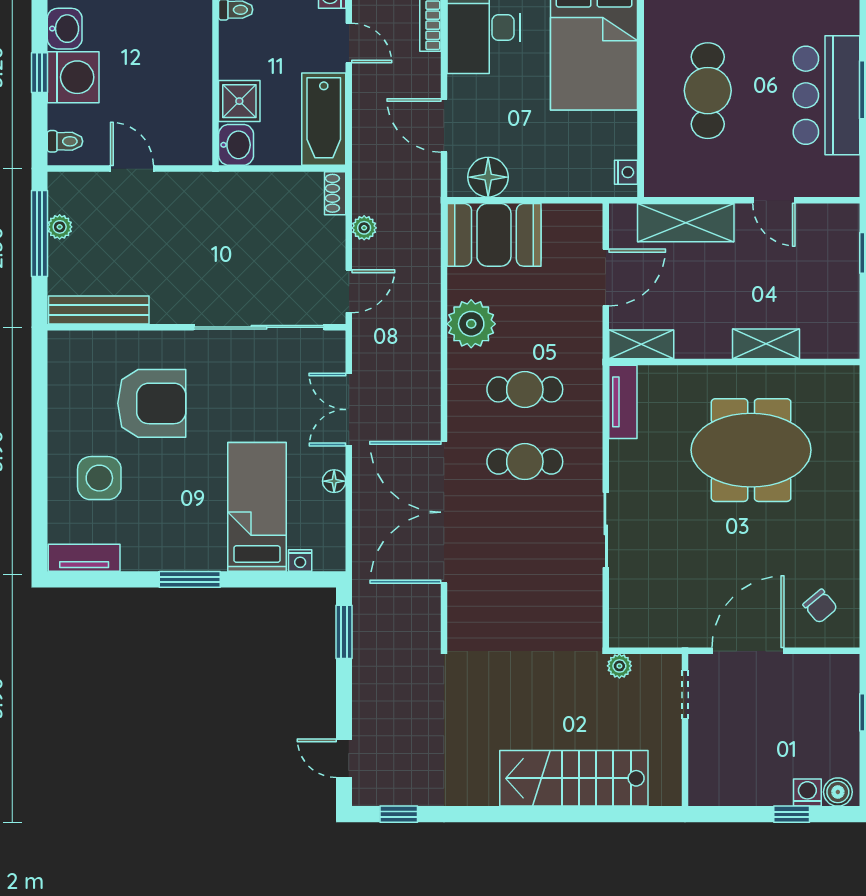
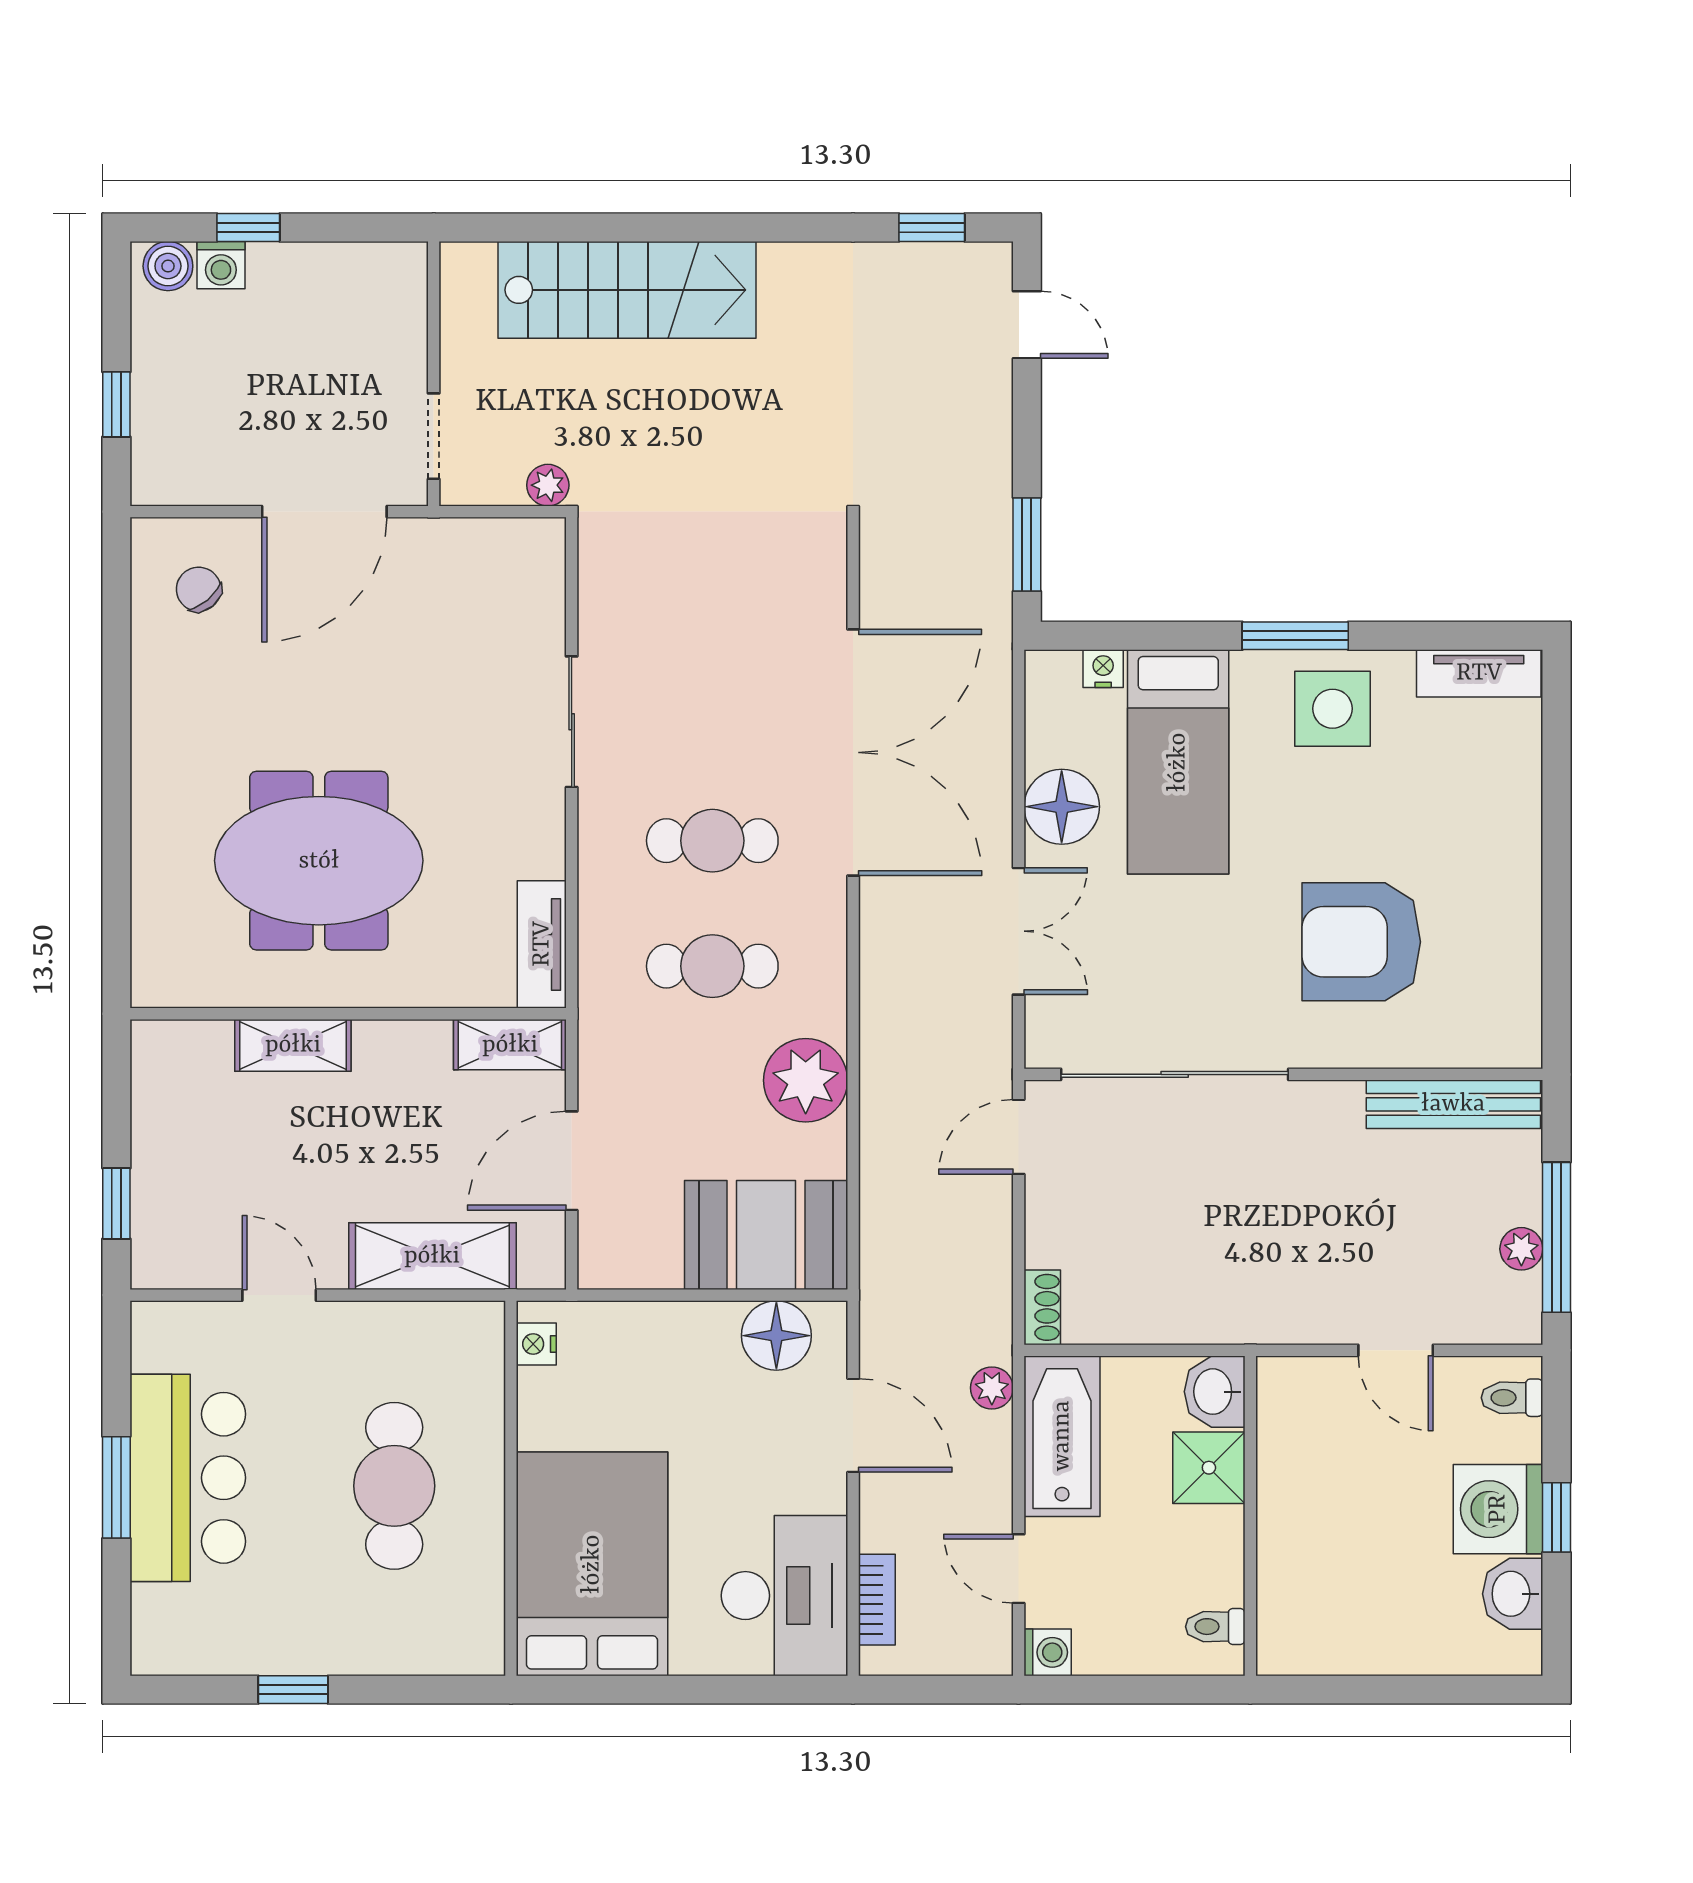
plant: (364, 228) -> (992, 1388), moved
side table: (99, 478) -> (1333, 709), moved
floor lamp: (334, 481) -> (1062, 807), width x1.89, depth x1.89

